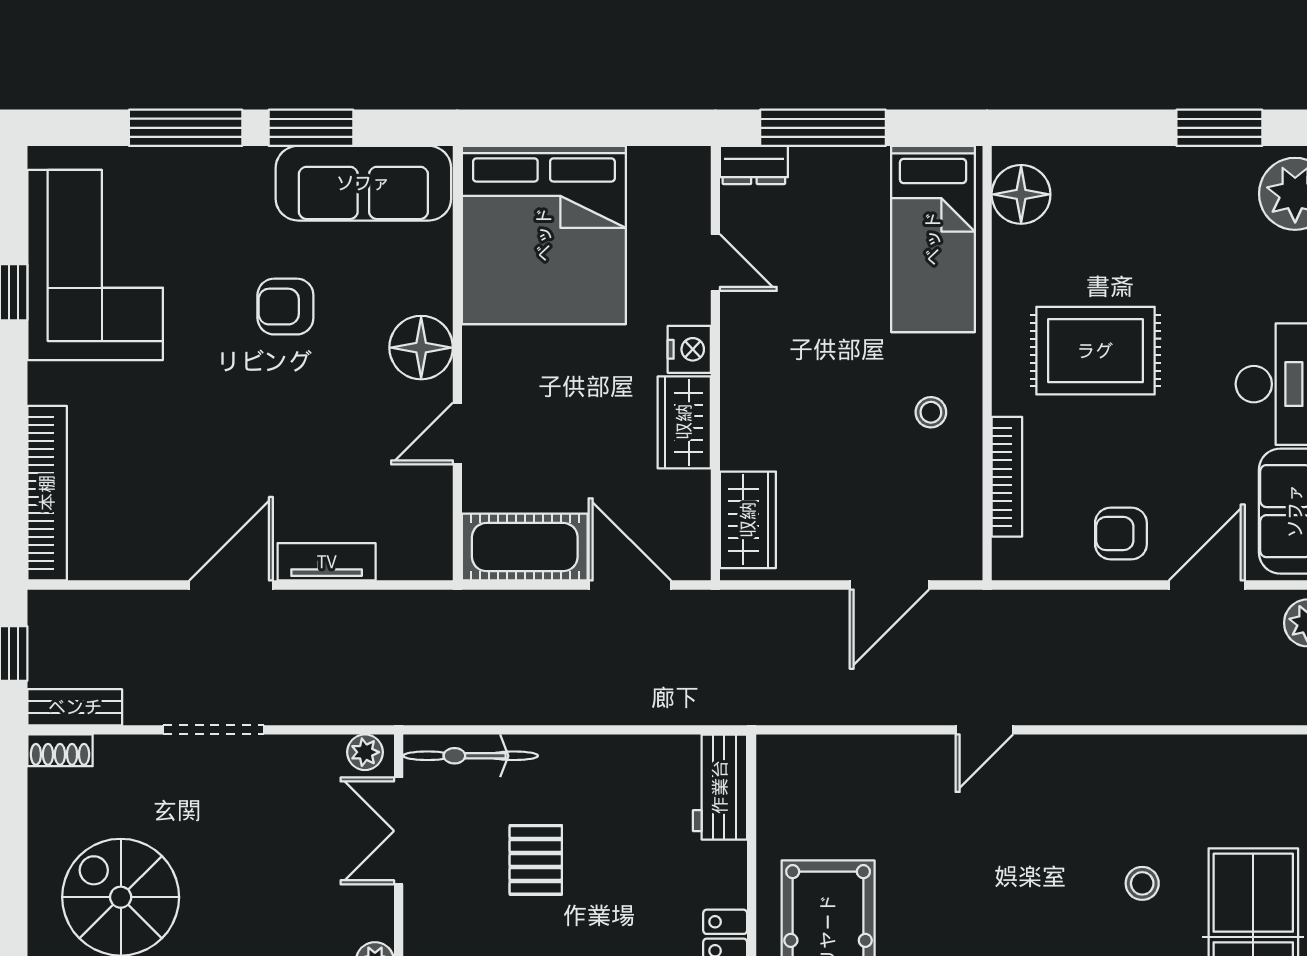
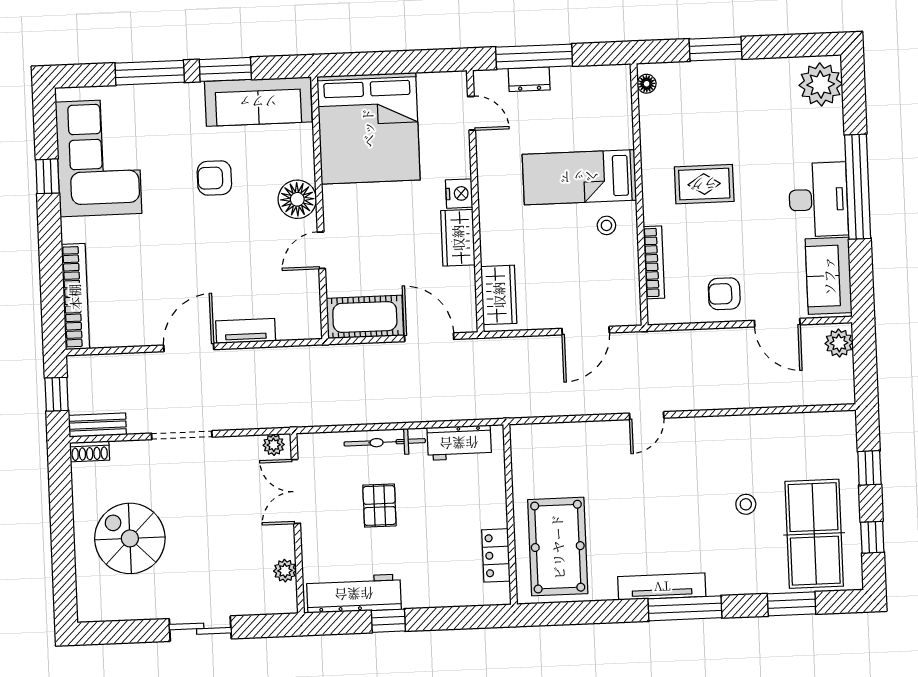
window: (1219, 128) -> (716, 49), moved
dresser: (754, 165) -> (529, 79), moved
floor lamp: (1021, 194) -> (647, 84), width x0.53, depth x0.53
bed: (933, 239) -> (579, 177), moved, turned 90
door: (715, 263) -> (472, 113), moved
rug: (1095, 351) -> (704, 184), width x0.73, depth x0.70
door: (1207, 585) -> (777, 323), swing flipped
bicycle: (471, 756) -> (385, 442), moved
workbench: (720, 787) -> (459, 443), moved, turned -90

